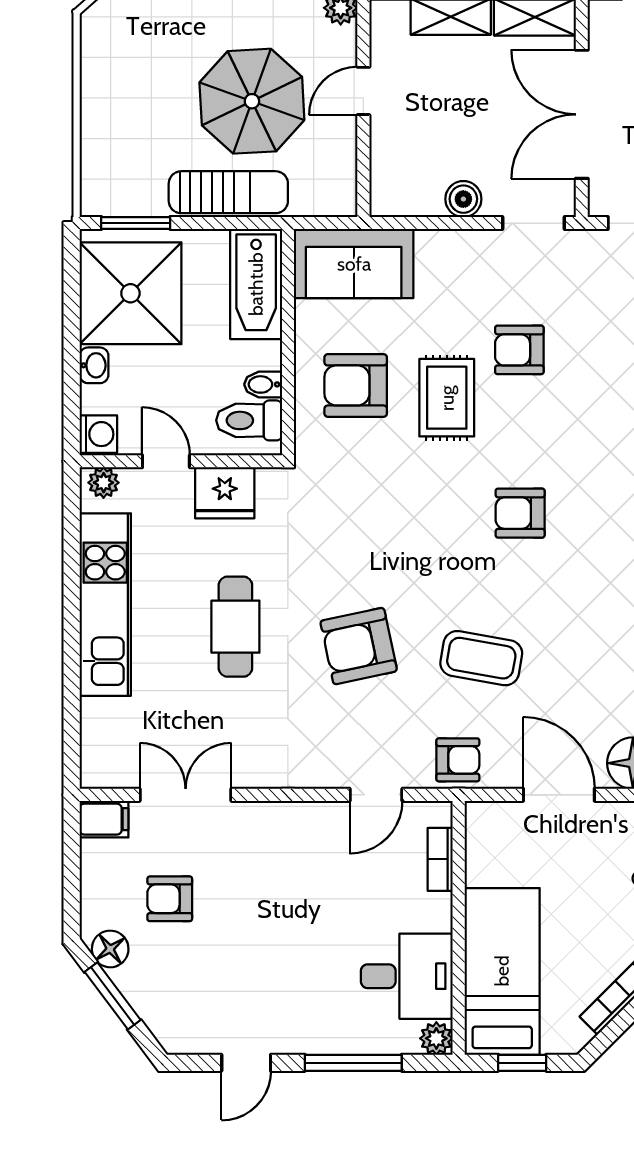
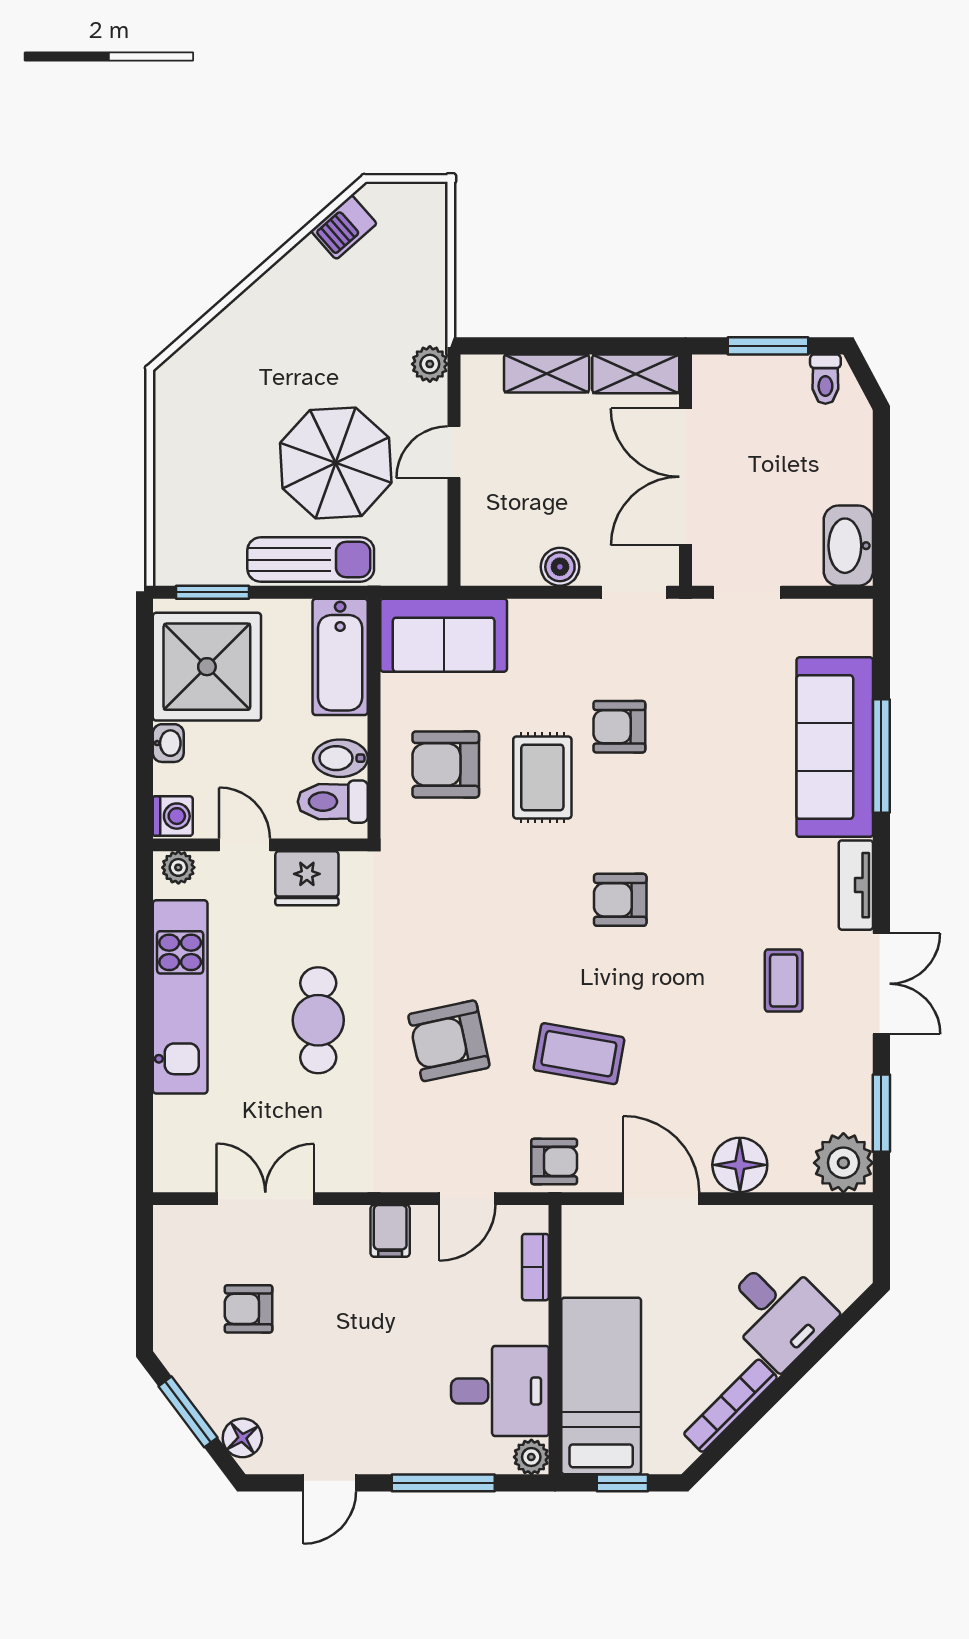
bidet: (263, 384) -> (340, 758), width x1.38, depth x1.36
filing cabinet: (104, 819) -> (390, 1231), moved, turned 90
floor lamp: (110, 949) -> (242, 1438), moved

